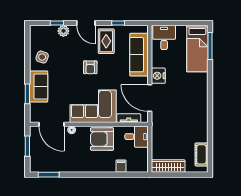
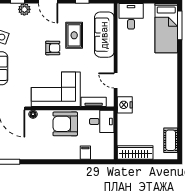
rug: (106, 41) -> (74, 35), moved
armchair: (90, 67) -> (53, 48), turned -90
nightstand: (158, 76) -> (125, 105), moved
door: (150, 98) -> (116, 80), width x0.53

